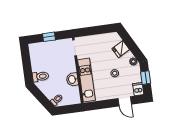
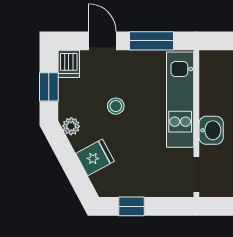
window: (102, 30) -> (131, 206), added
washbasin: (72, 79) -> (211, 130), moved
window: (103, 104) -> (152, 41), added

